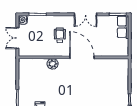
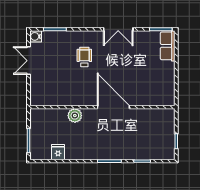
wall: (74, 57) -> (102, 107), moved
door: (82, 57) -> (113, 107), moved
plant: (53, 64) -> (75, 116), moved

